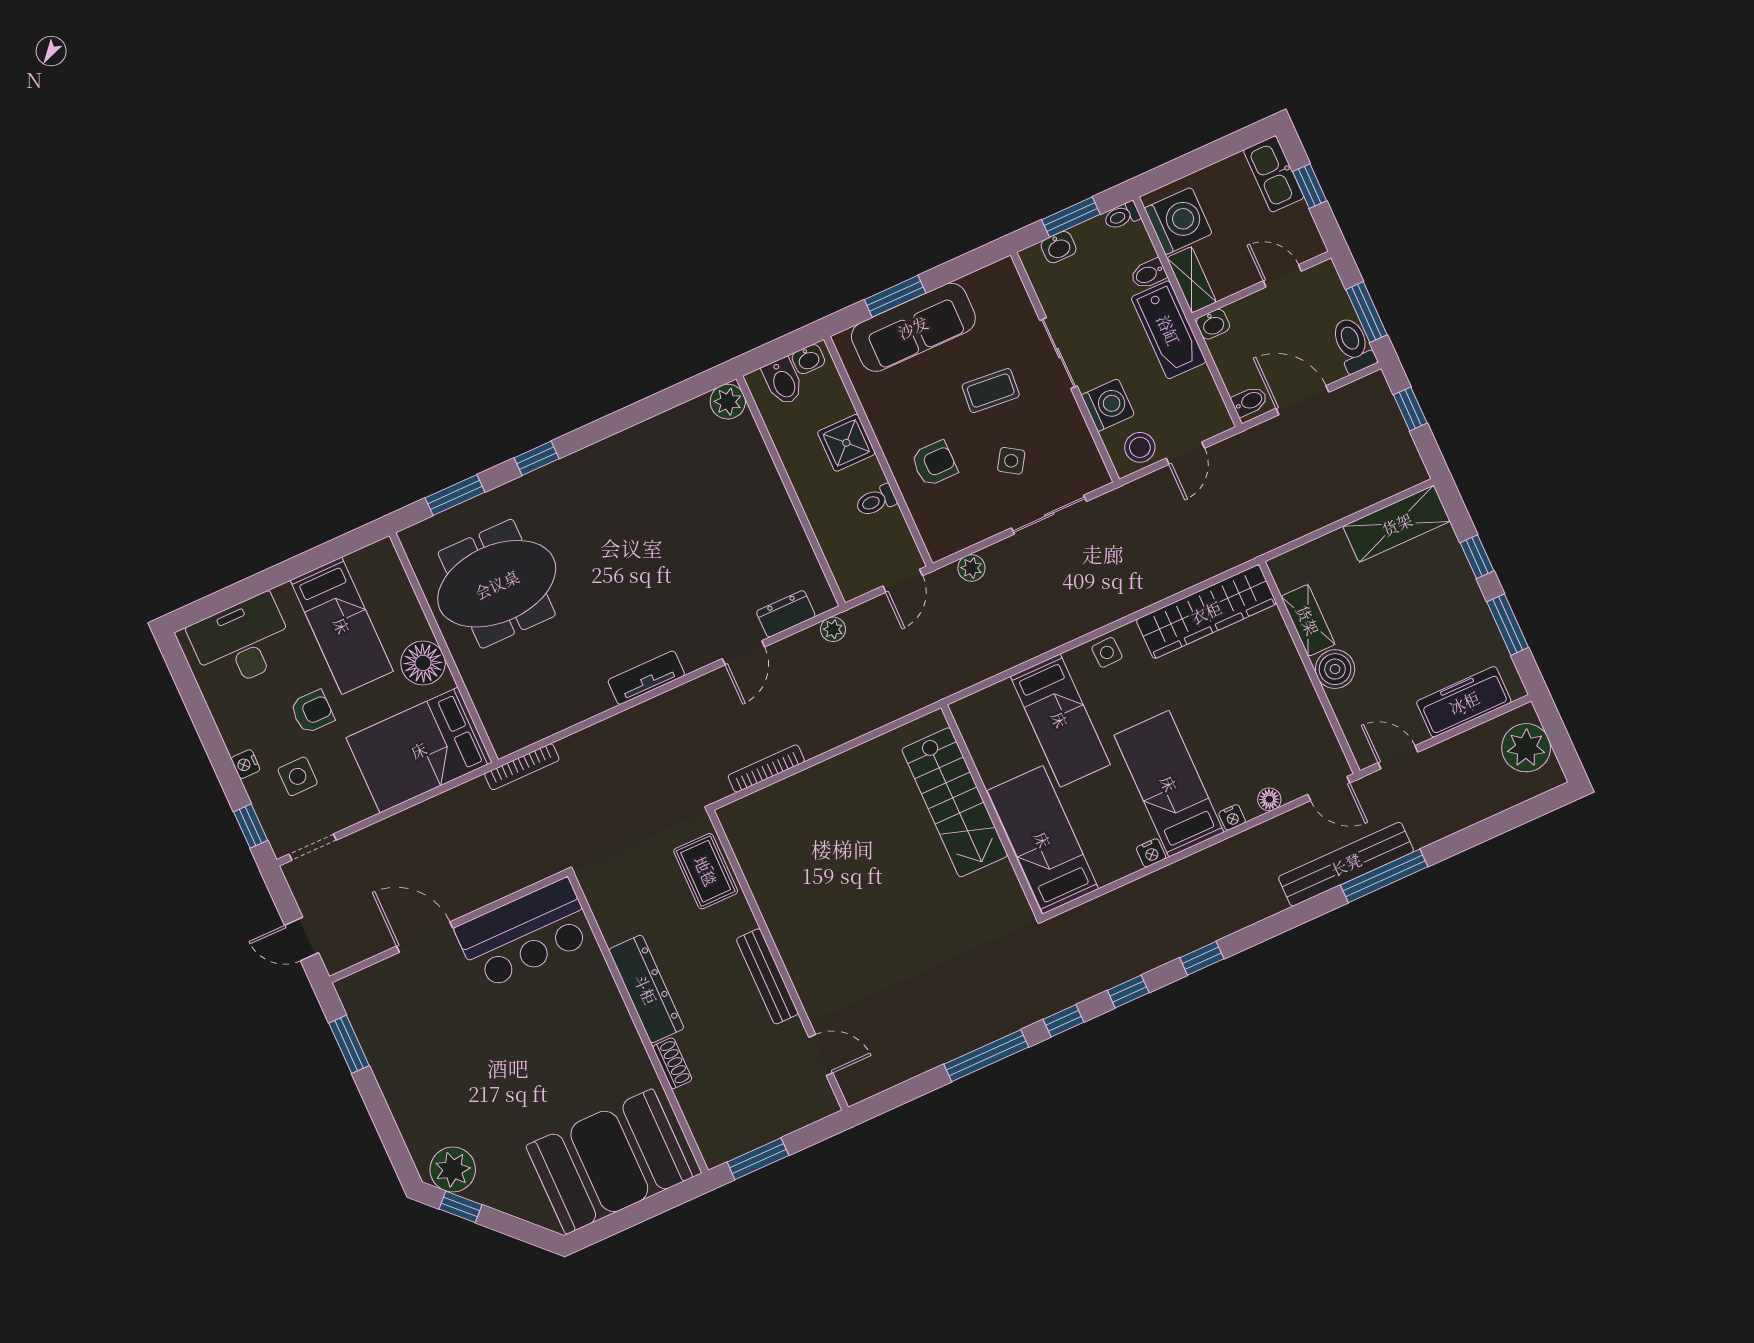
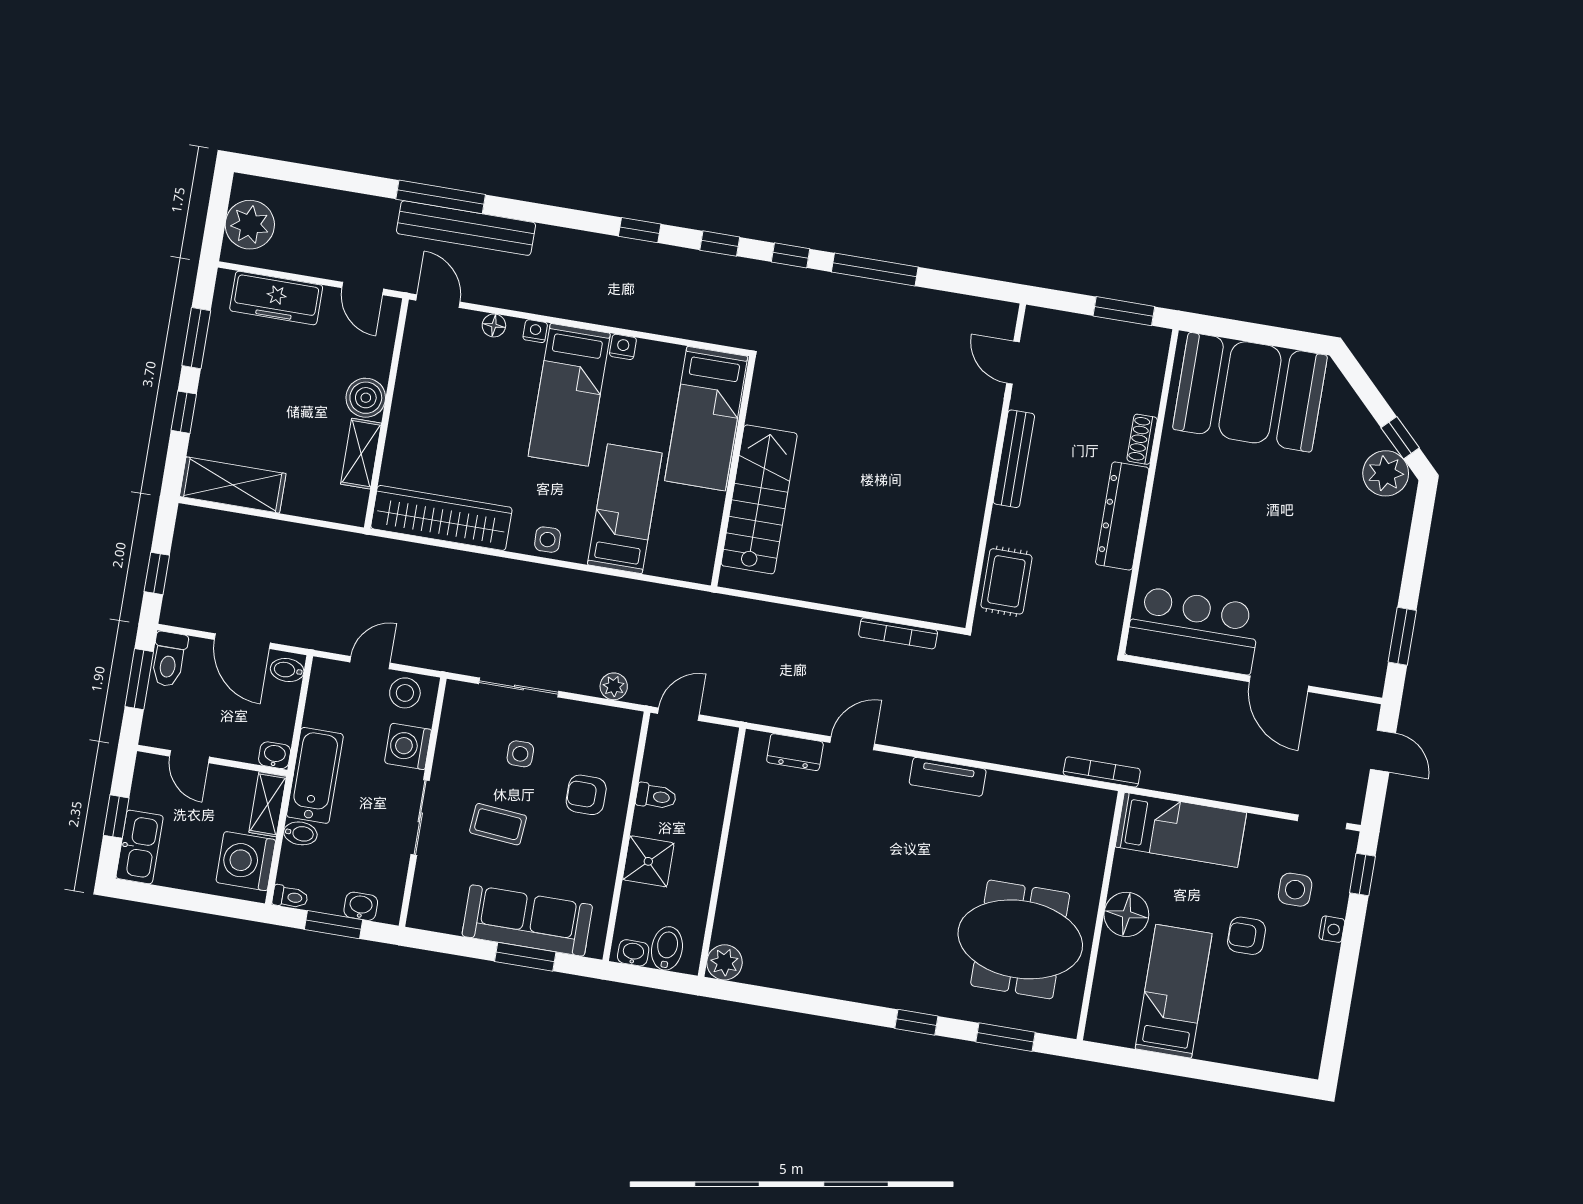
side table: (1011, 461) -> (520, 754), turned -33
plant: (833, 629) -> (764, 713), removed
desk: (242, 642) -> (1267, 1034), removed
bed: (419, 750) -> (1181, 830), width x0.67

